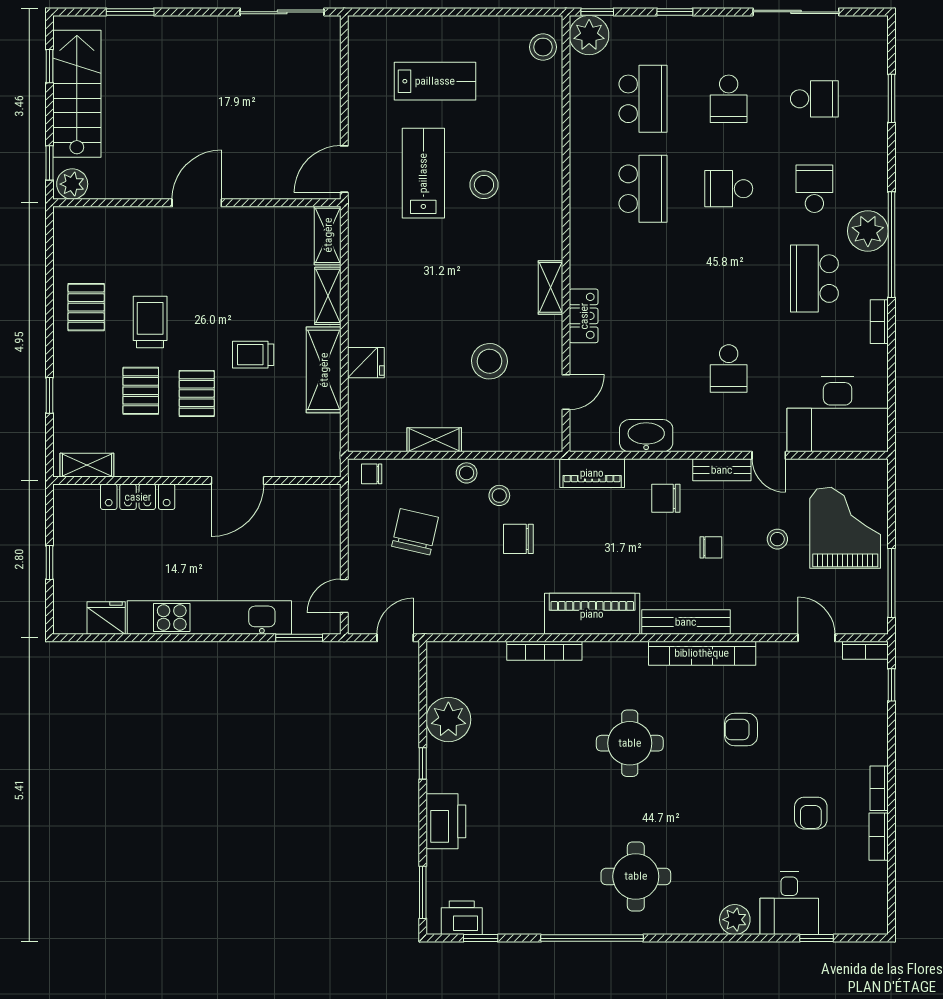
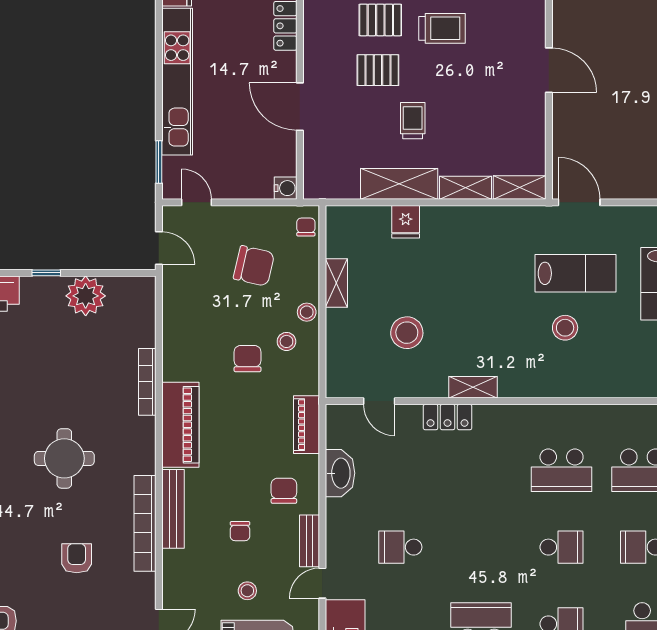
school desk: (729, 189) -> (562, 547), turned 90
water cooler: (328, 496) -> (286, 188), added

